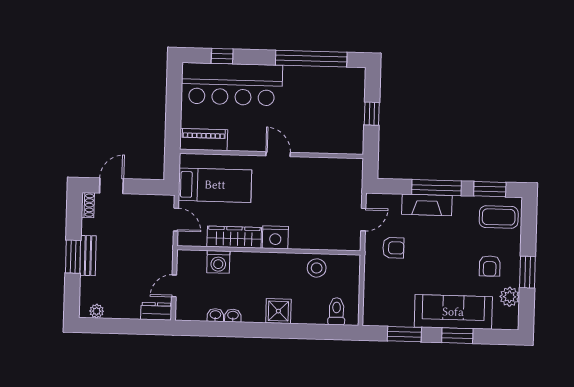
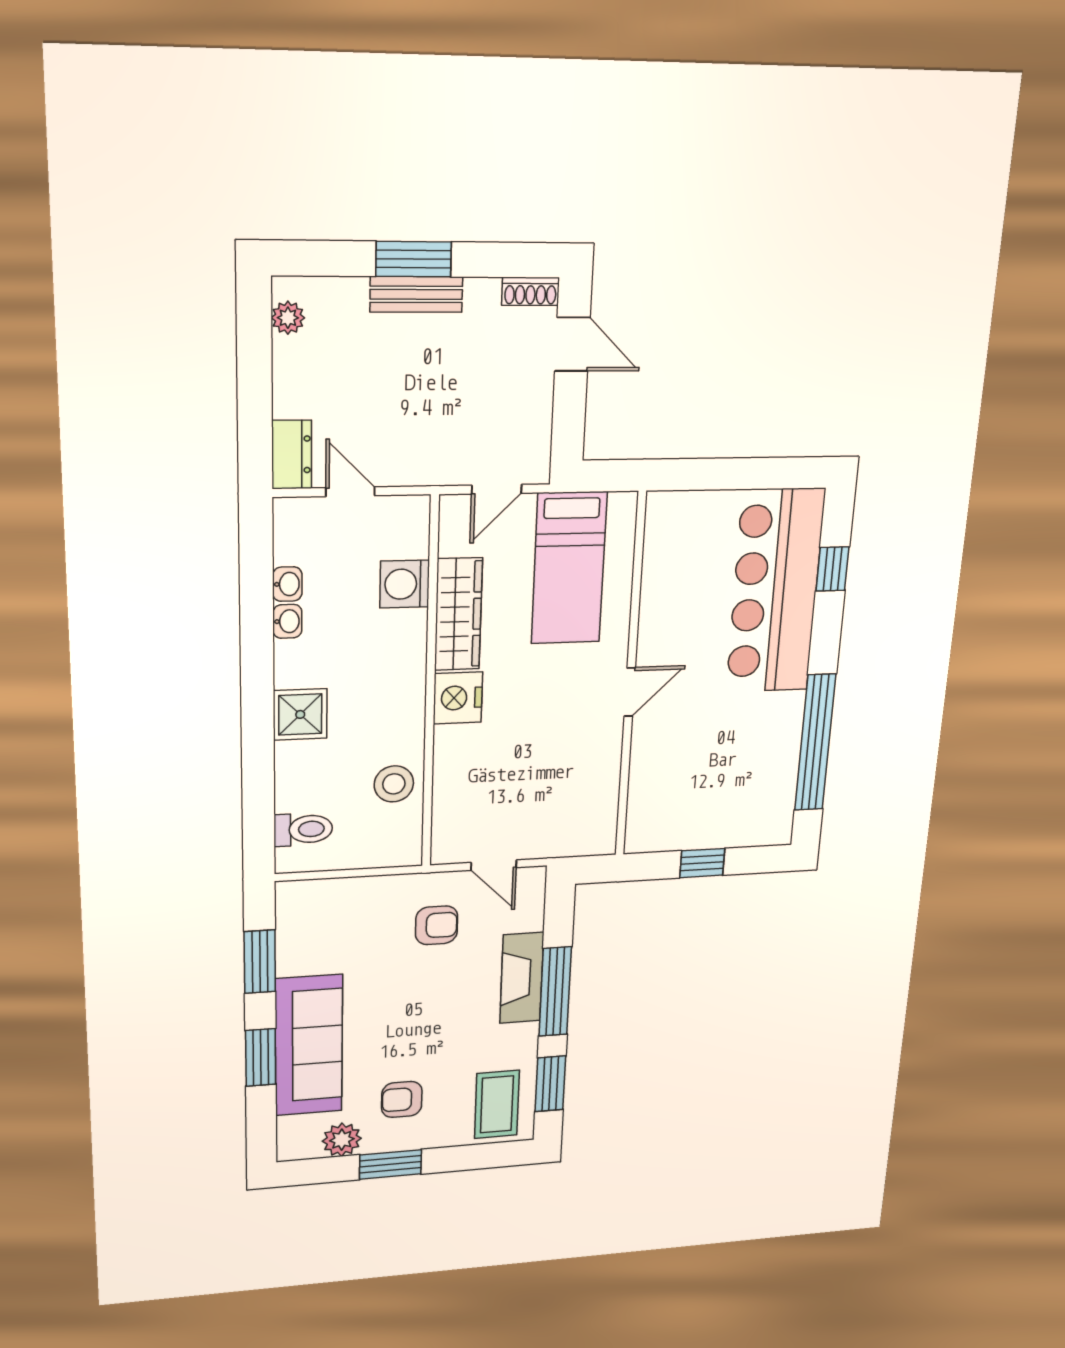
piano: (204, 140) -> (665, 540), removed
armchair: (393, 248) -> (437, 925), turned -90

